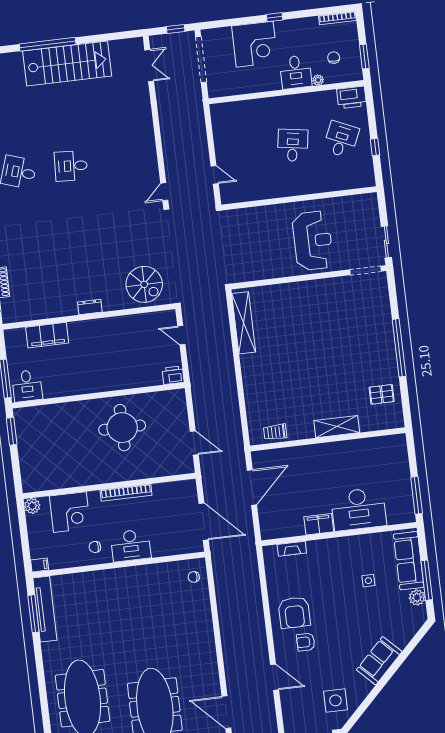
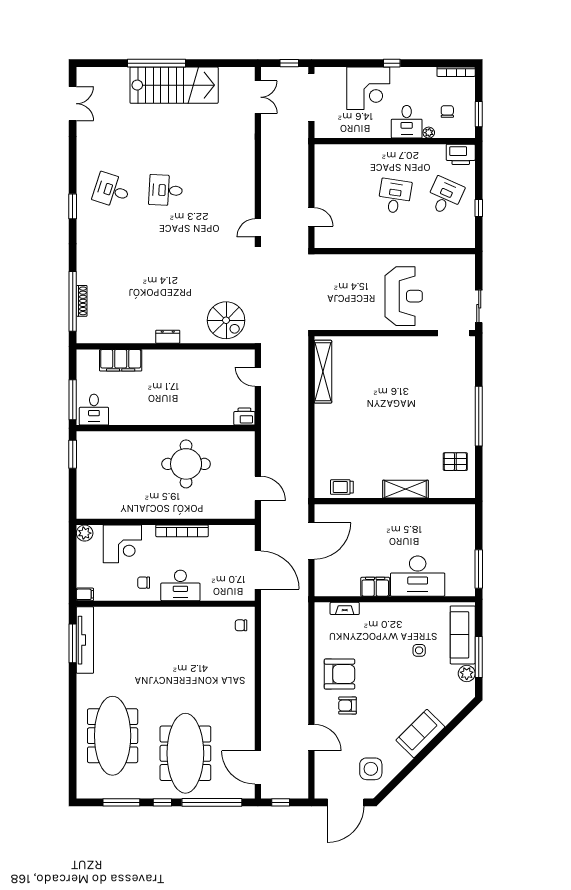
armchair: (294, 613) -> (339, 674), turned -90

